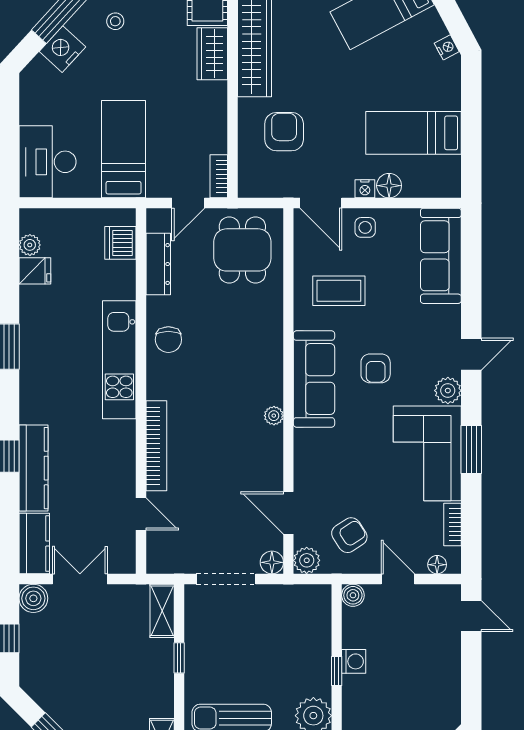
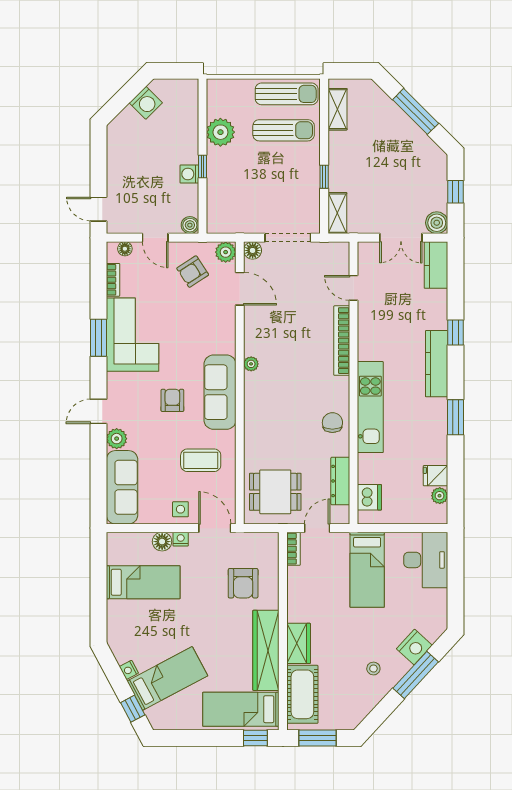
nightstand: (447, 47) -> (129, 670), moved
dining table: (242, 250) -> (275, 492), turned 90
plant: (448, 391) -> (117, 439), moved
kitchen counter: (33, 468) -> (437, 364), moved

